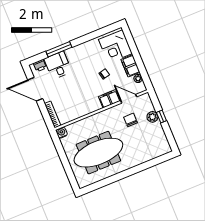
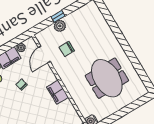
filing cabinet: (109, 99) -> (57, 92), moved
meeting table: (98, 153) -> (107, 78), width x0.73

